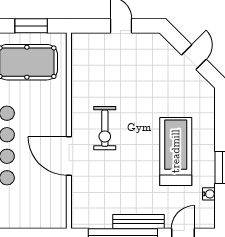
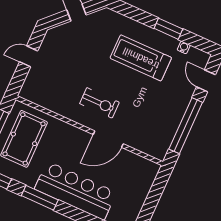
bench: (139, 221) -> (180, 109), removed

